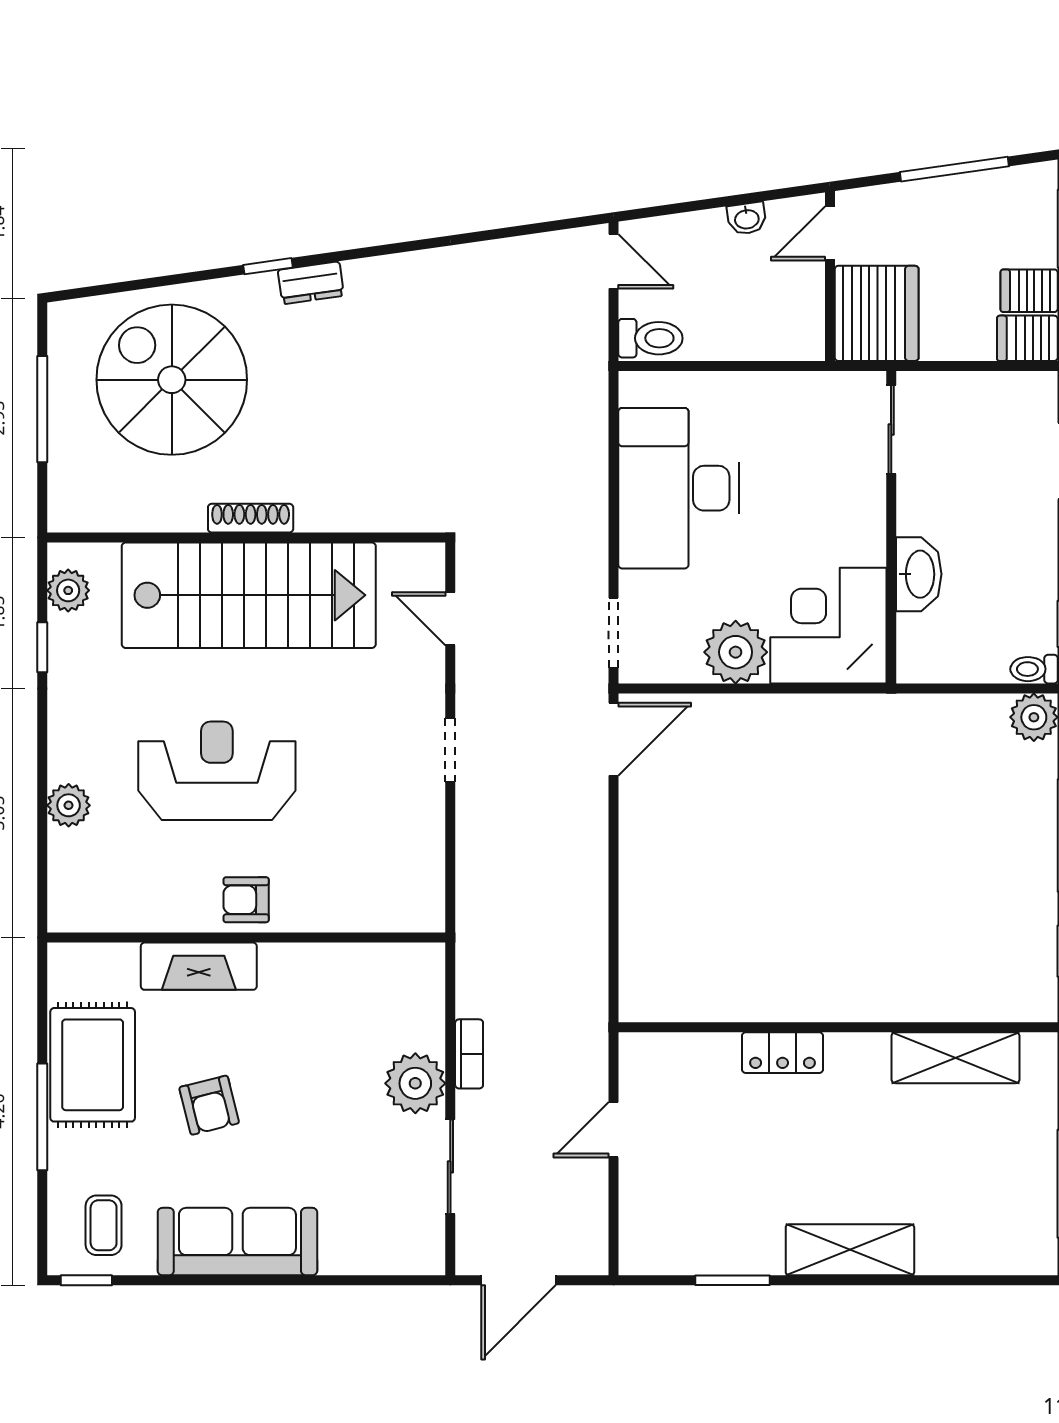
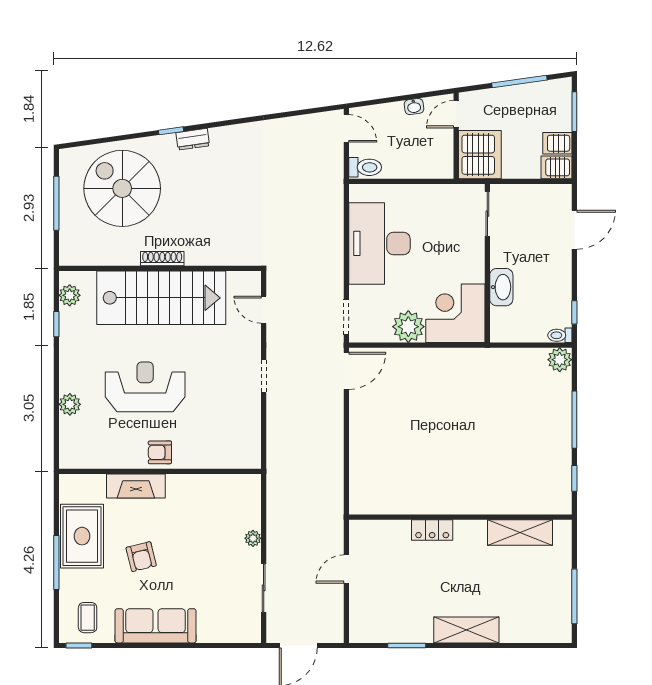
bookcase: (469, 1054) -> (273, 531), removed
plant: (415, 1083) -> (253, 538), width x0.53, depth x0.53

